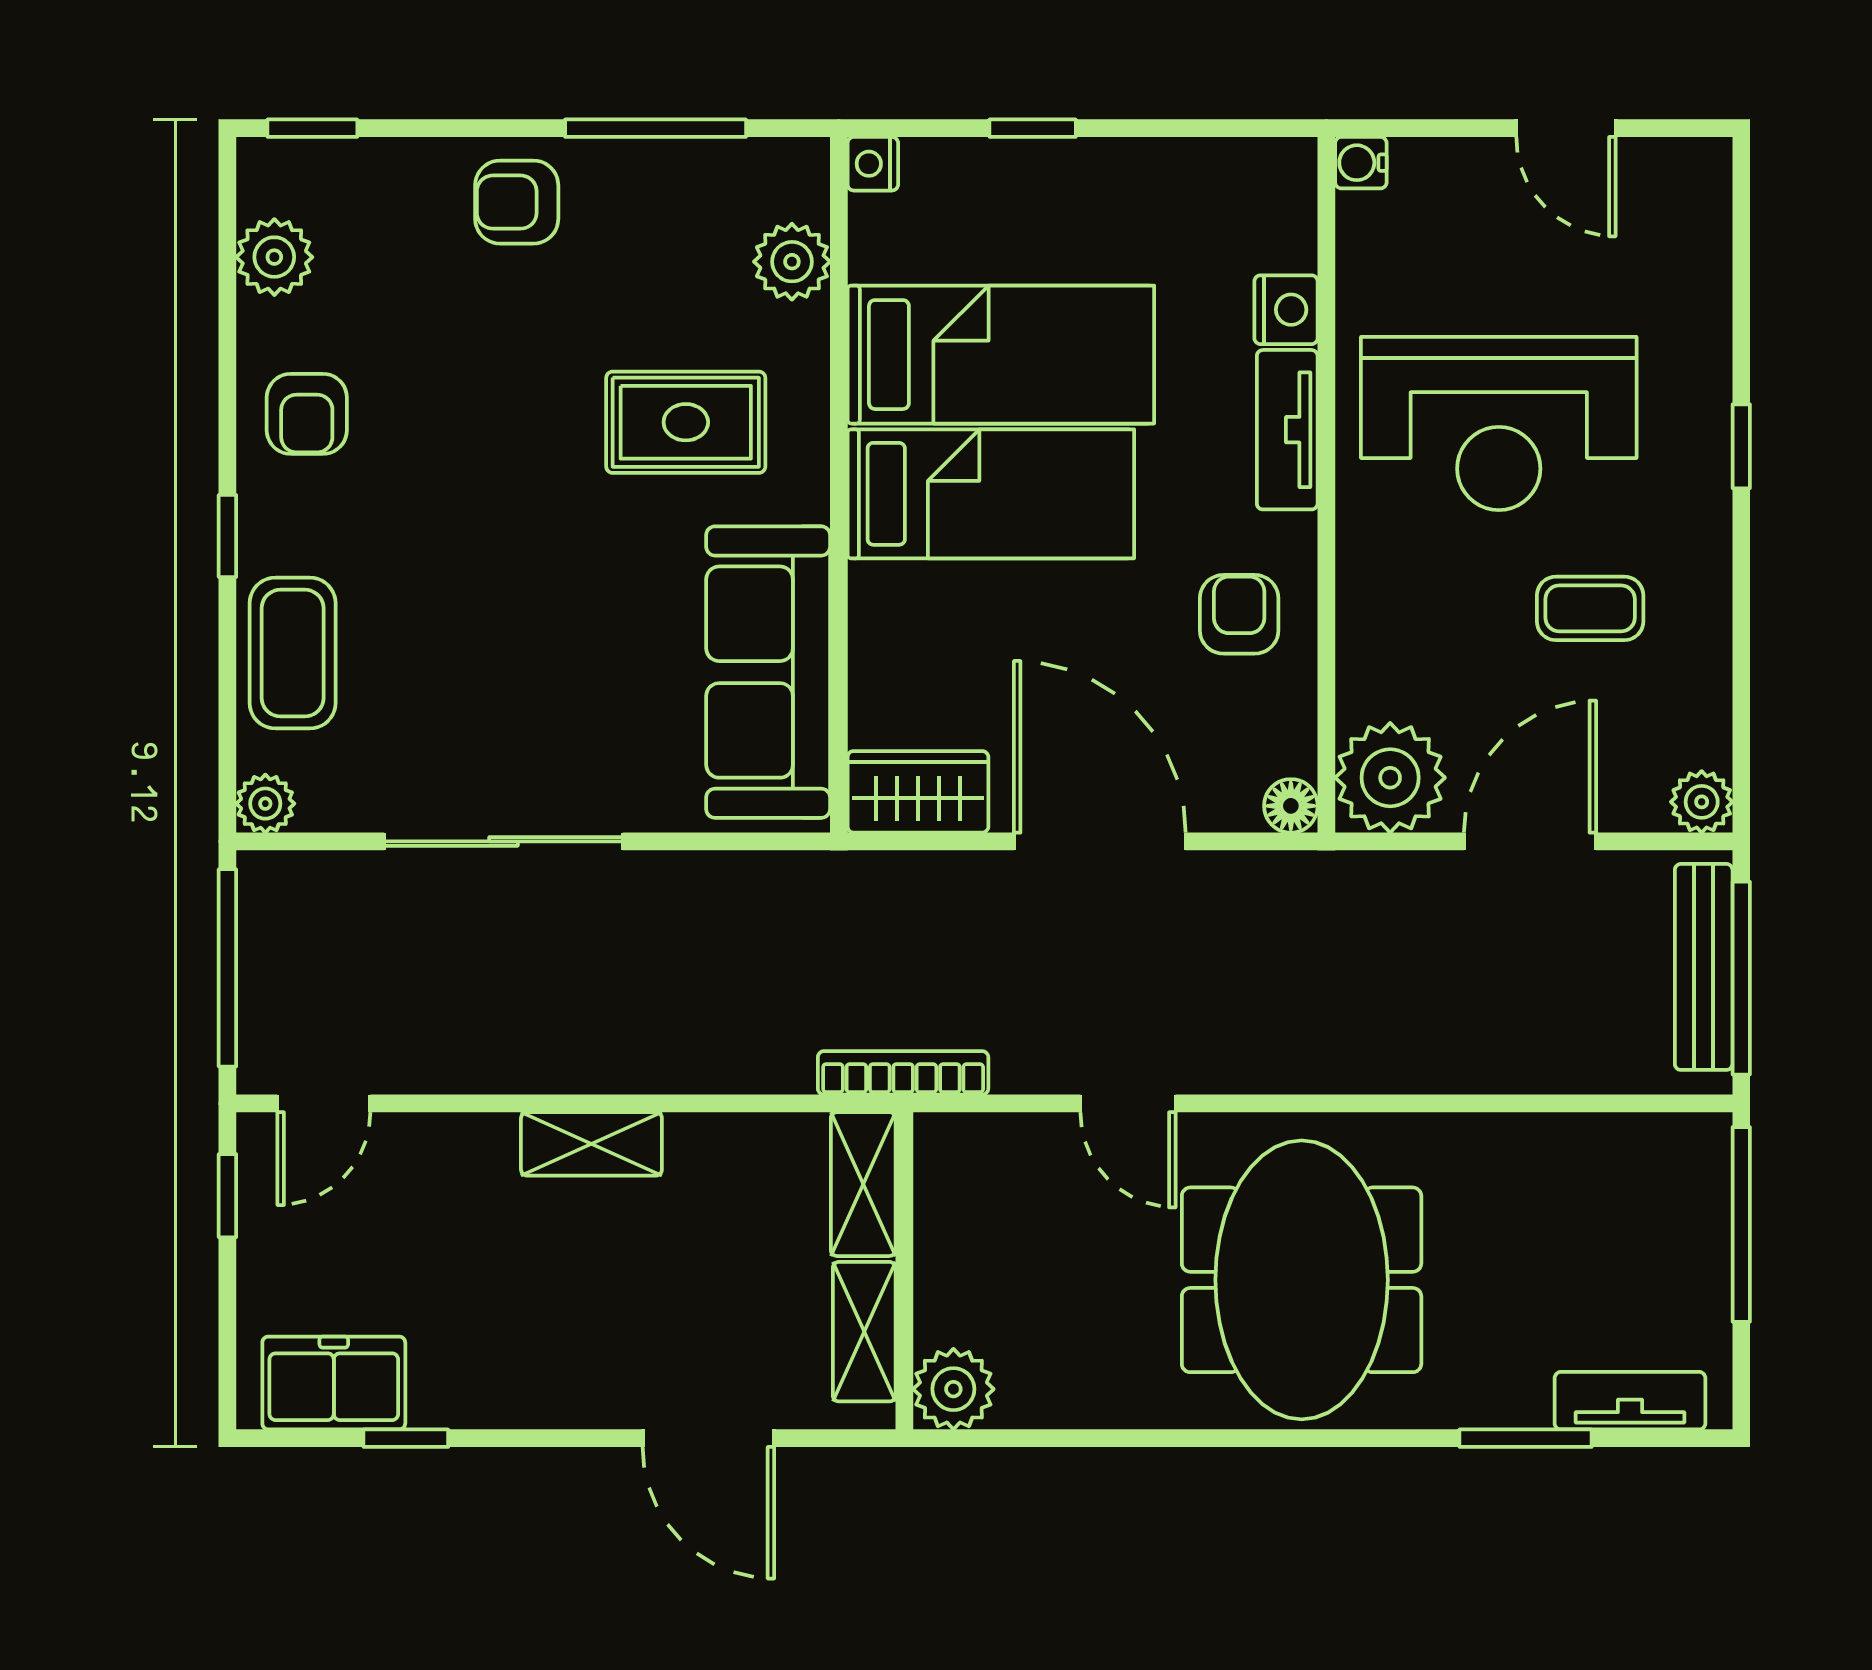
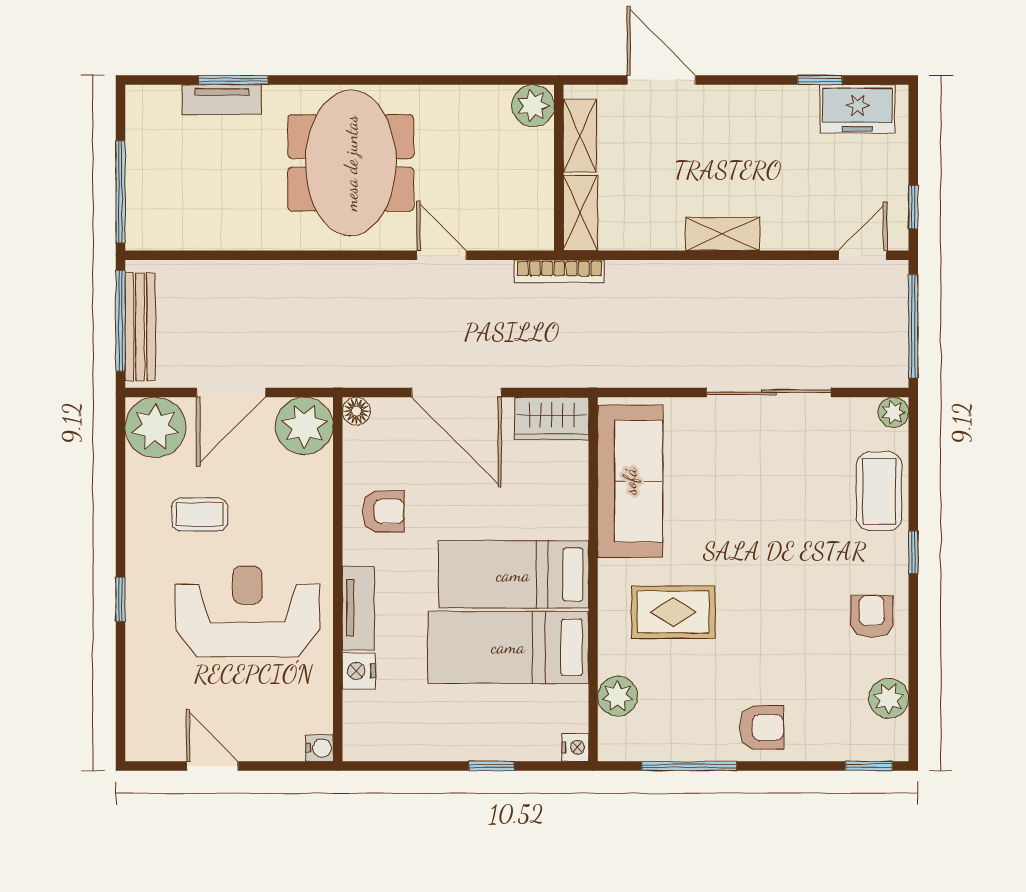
armchair: (1239, 614) -> (383, 511), turned -90
plant: (1702, 802) -> (155, 427), width x1.87, depth x1.87
tv unit: (1630, 1401) -> (222, 100), moved

